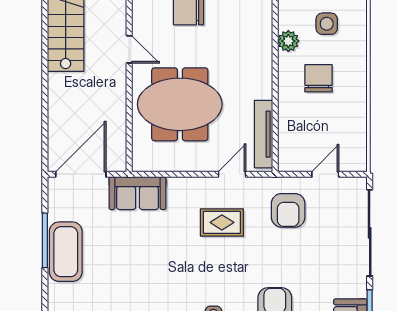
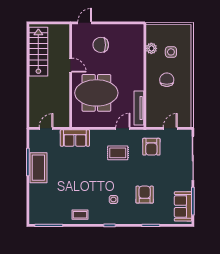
plant: (288, 41) -> (151, 48), moved
door: (81, 174) -> (46, 128), width x0.53

